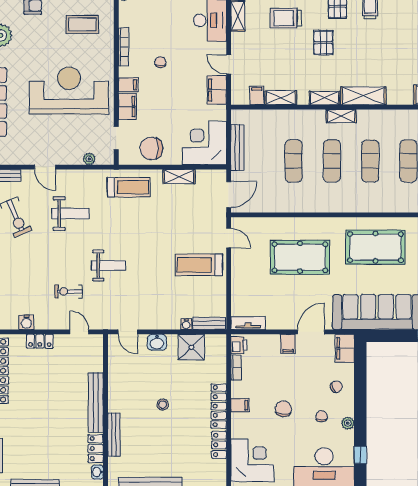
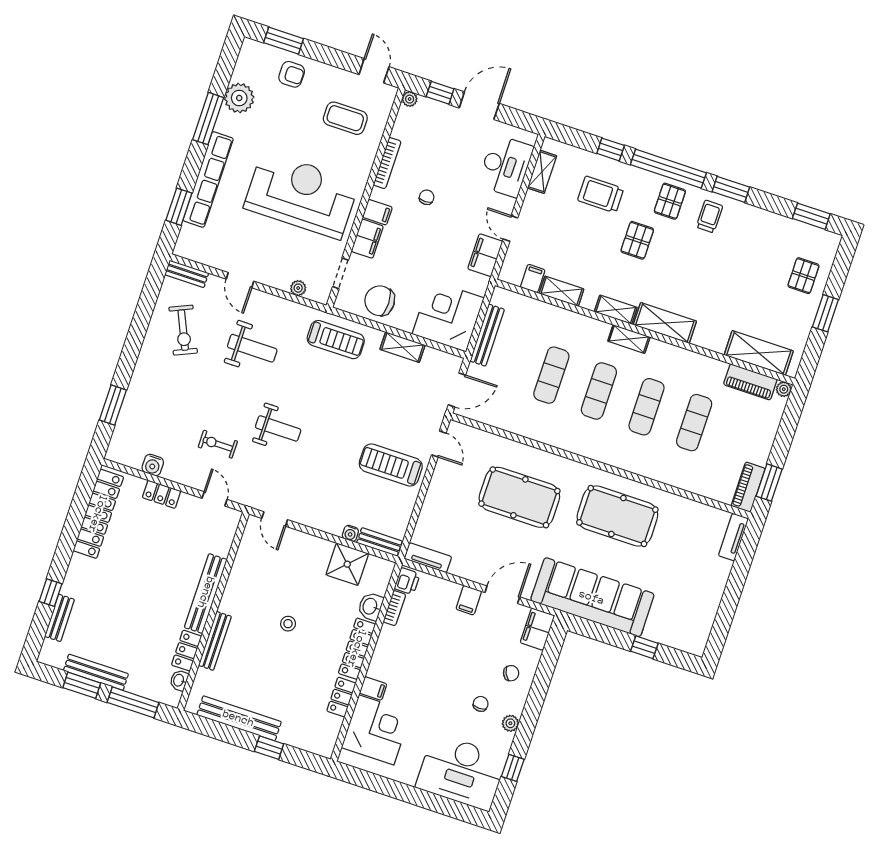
washbasin: (157, 342) -> (370, 606), moved, turned 90
filing cabinet: (240, 405) -> (373, 688), moved
chair: (283, 409) -> (436, 679), removed

